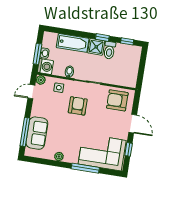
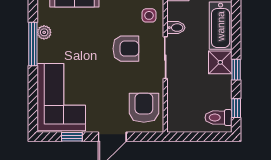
toilet: (109, 50) -> (218, 118), moved
window: (85, 168) -> (33, 44), moved

